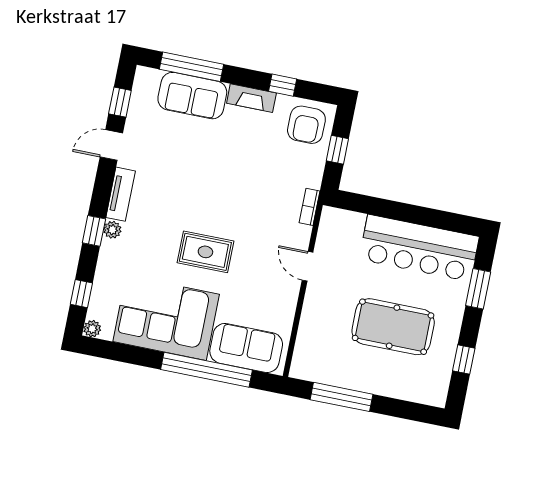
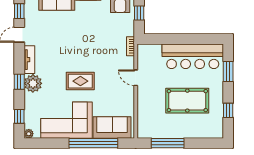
plant: (112, 230) -> (33, 83), width x1.87, depth x1.87

